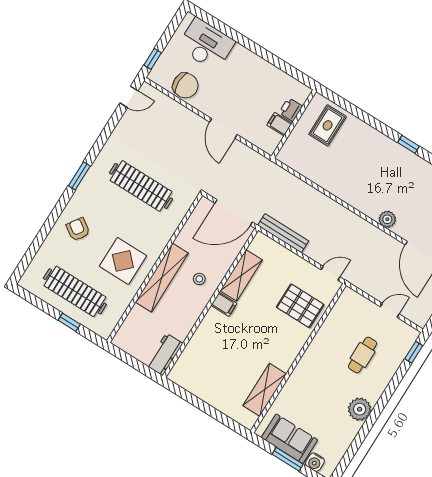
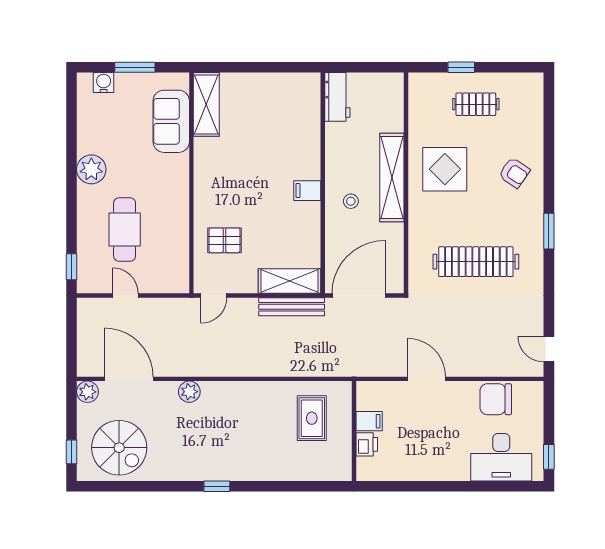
window: (153, 59) -> (549, 457), moved
door: (129, 97) -> (549, 349), hinge flipped
rug: (328, 125) -> (312, 418), moved
shelving: (241, 275) -> (289, 281), moved, turned 90
clothes rail: (75, 291) -> (476, 104), width x0.54, depth x0.76
pallet: (300, 306) -> (225, 240), width x0.67, depth x0.71
door: (390, 310) -> (125, 296), swing flipped
cafe table: (363, 355) -> (125, 229), width x1.37, depth x1.35
shelving: (265, 390) -> (206, 104), moved
sofa: (290, 439) -> (171, 121), moved, turned 90

